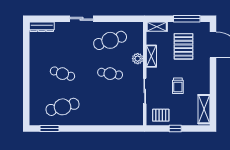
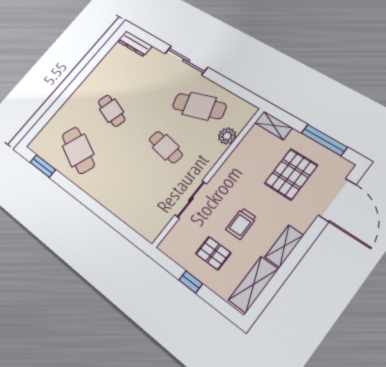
sliding door: (81, 19) -> (186, 60), width x1.37
shelving: (151, 56) -> (284, 246), moved
plant: (138, 59) -> (227, 136), moved
cafe table: (62, 107) -> (78, 150), turned 39
pallet: (161, 115) -> (213, 253), moved

